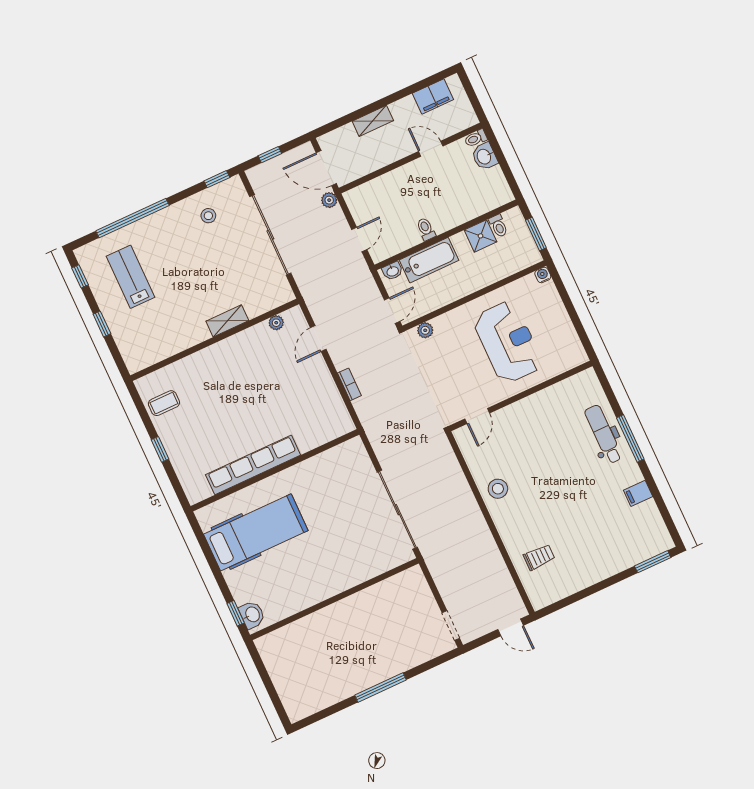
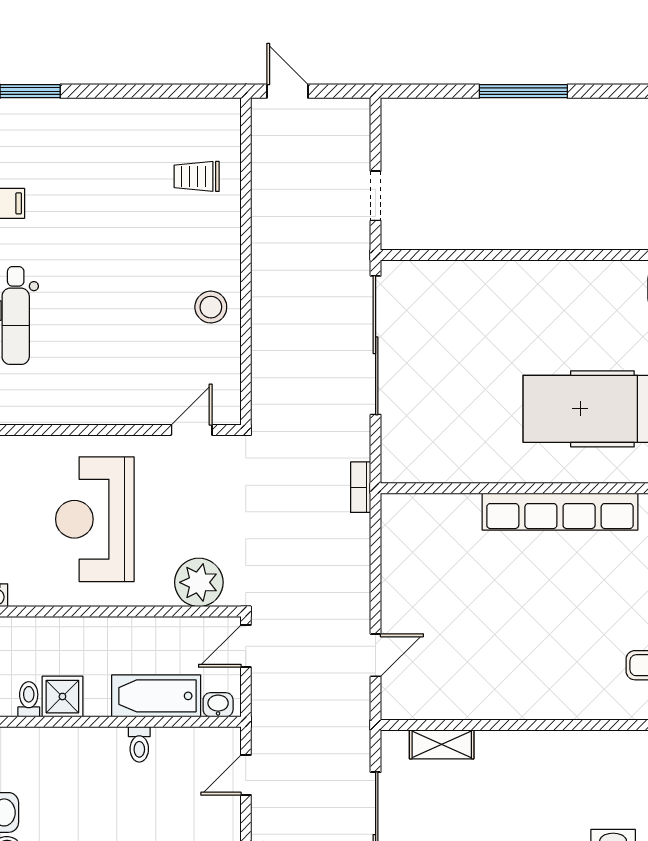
shelving: (227, 321) -> (442, 744), moved
plant: (276, 323) -> (427, 708), removed
plant: (425, 330) -> (199, 582), width x1.87, depth x1.87
bookcase: (349, 384) -> (361, 487), moved
doorway: (451, 625) -> (376, 196), moved

